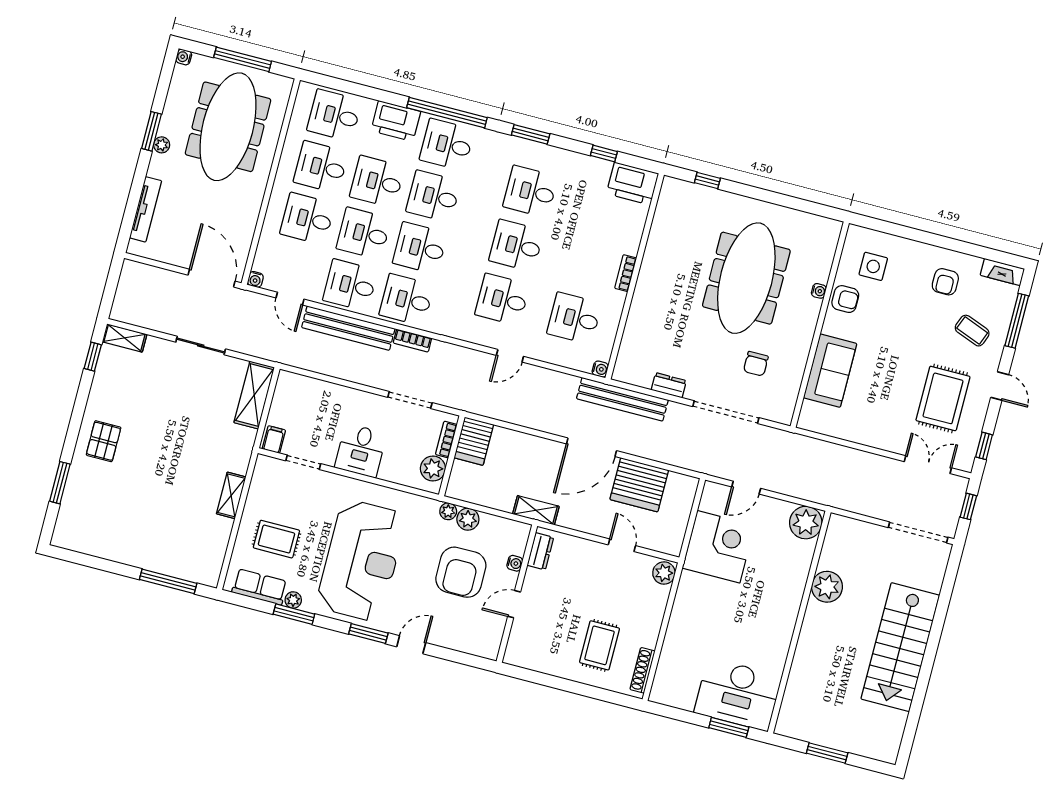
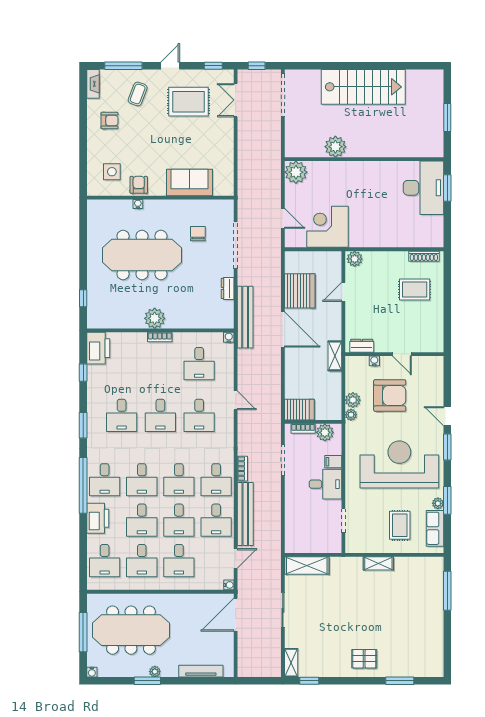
plant: (654, 273) -> (155, 318), added
chair: (756, 364) -> (198, 234), turned -90
filing cabinet: (274, 439) -> (333, 462), moved

